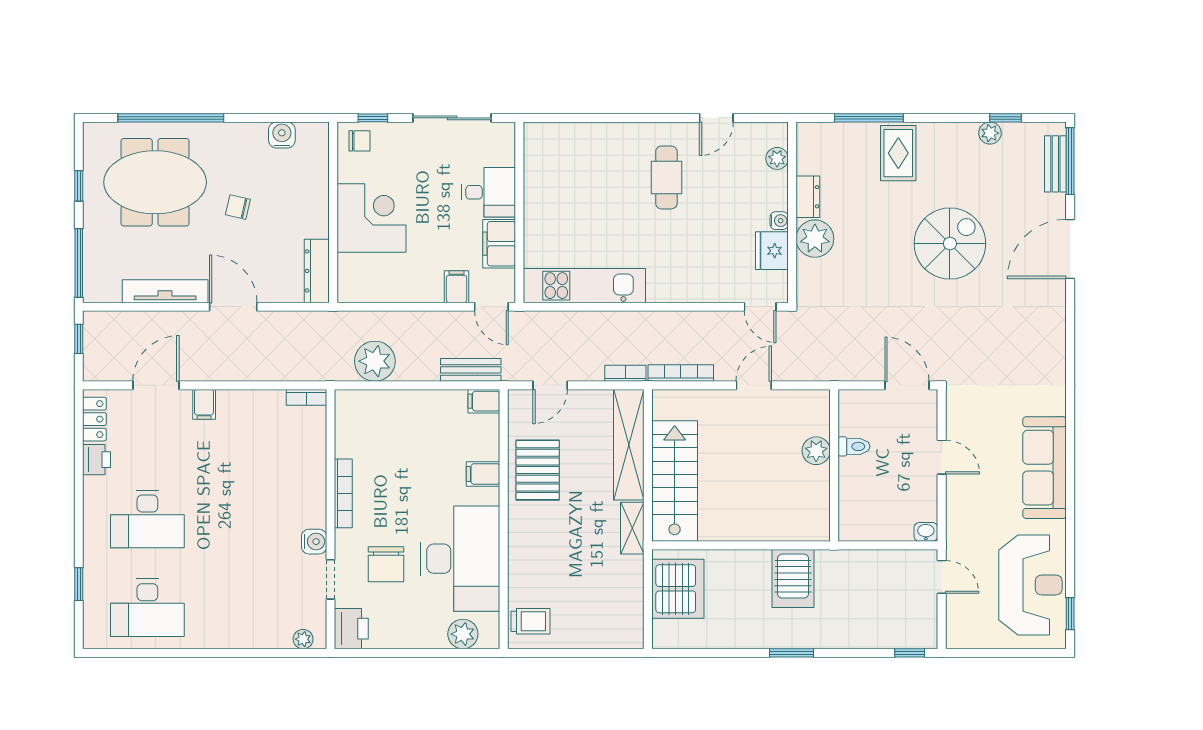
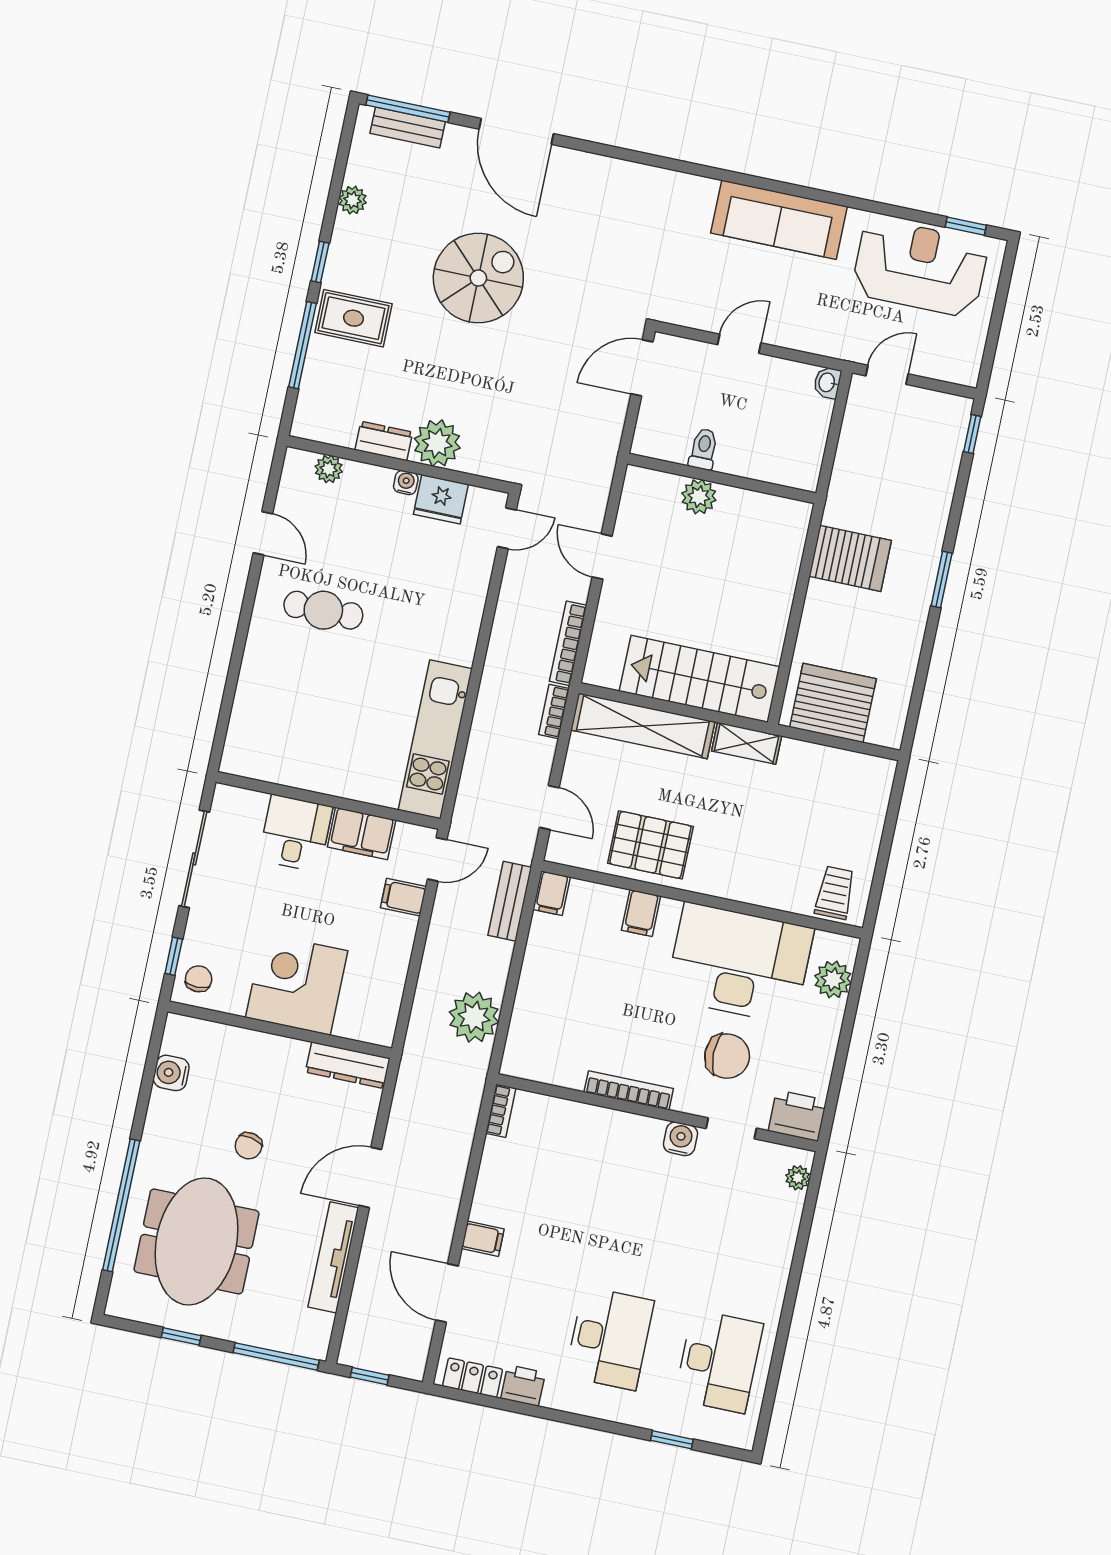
window: (1005, 118) -> (320, 262), moved
spiral stairs: (950, 244) -> (478, 278), turned 90

